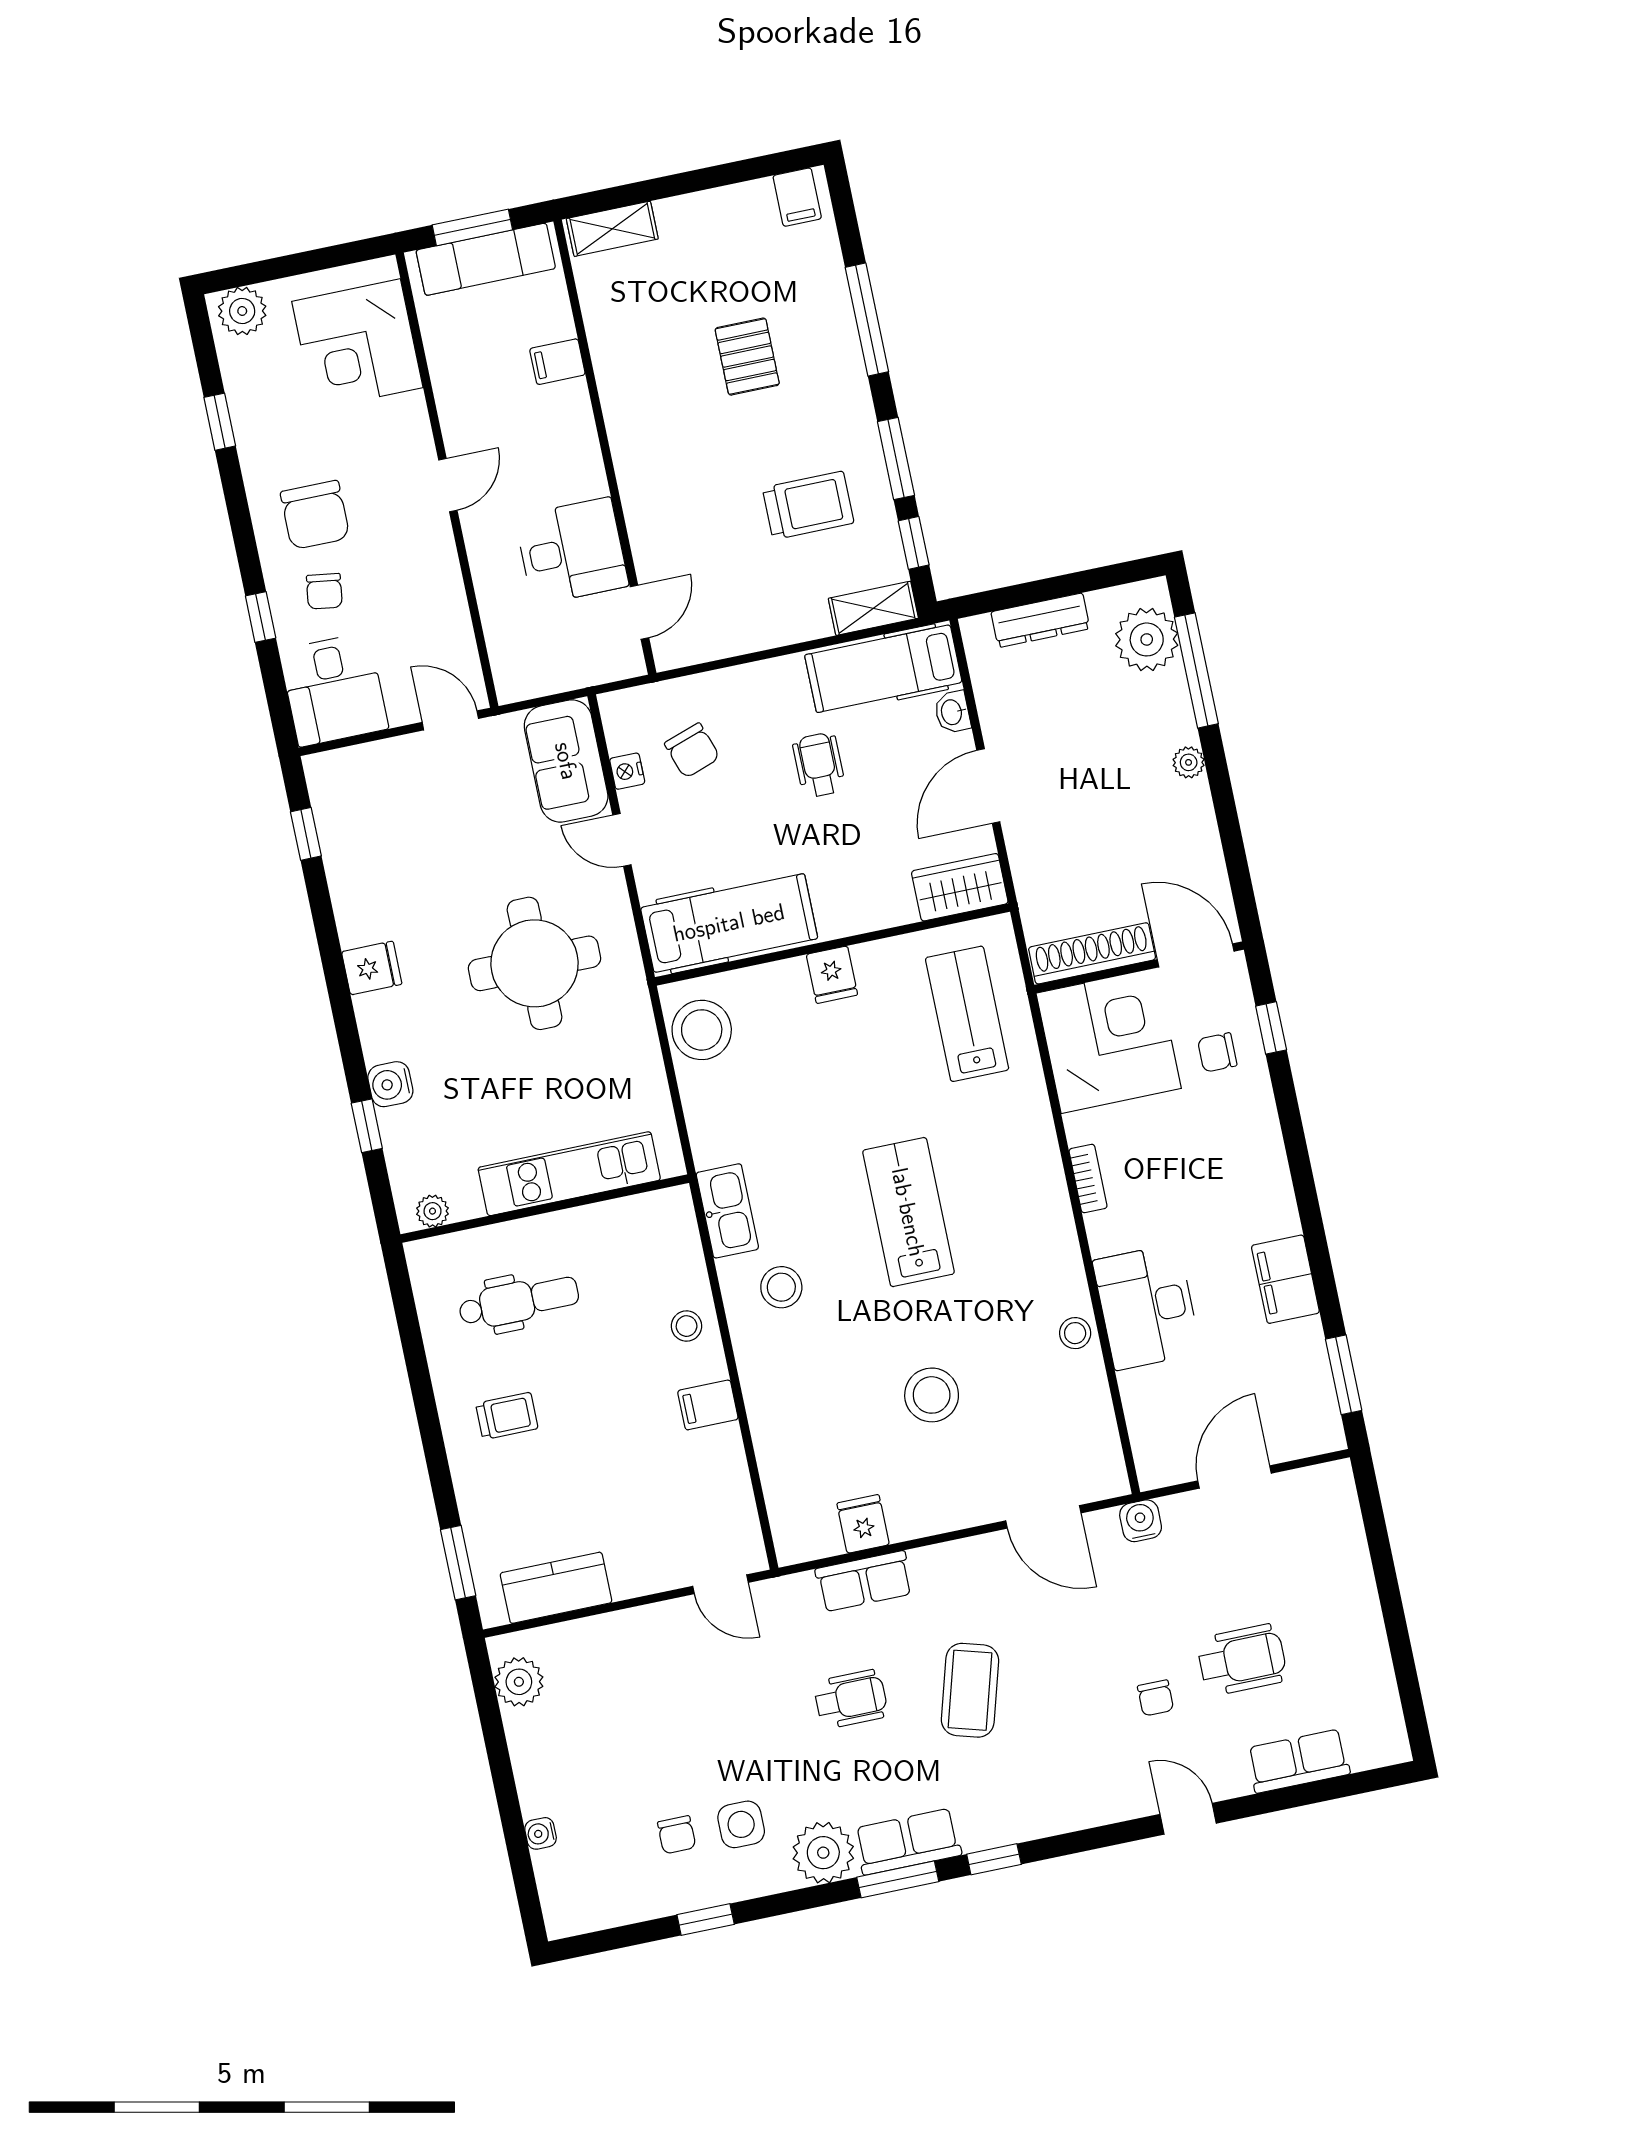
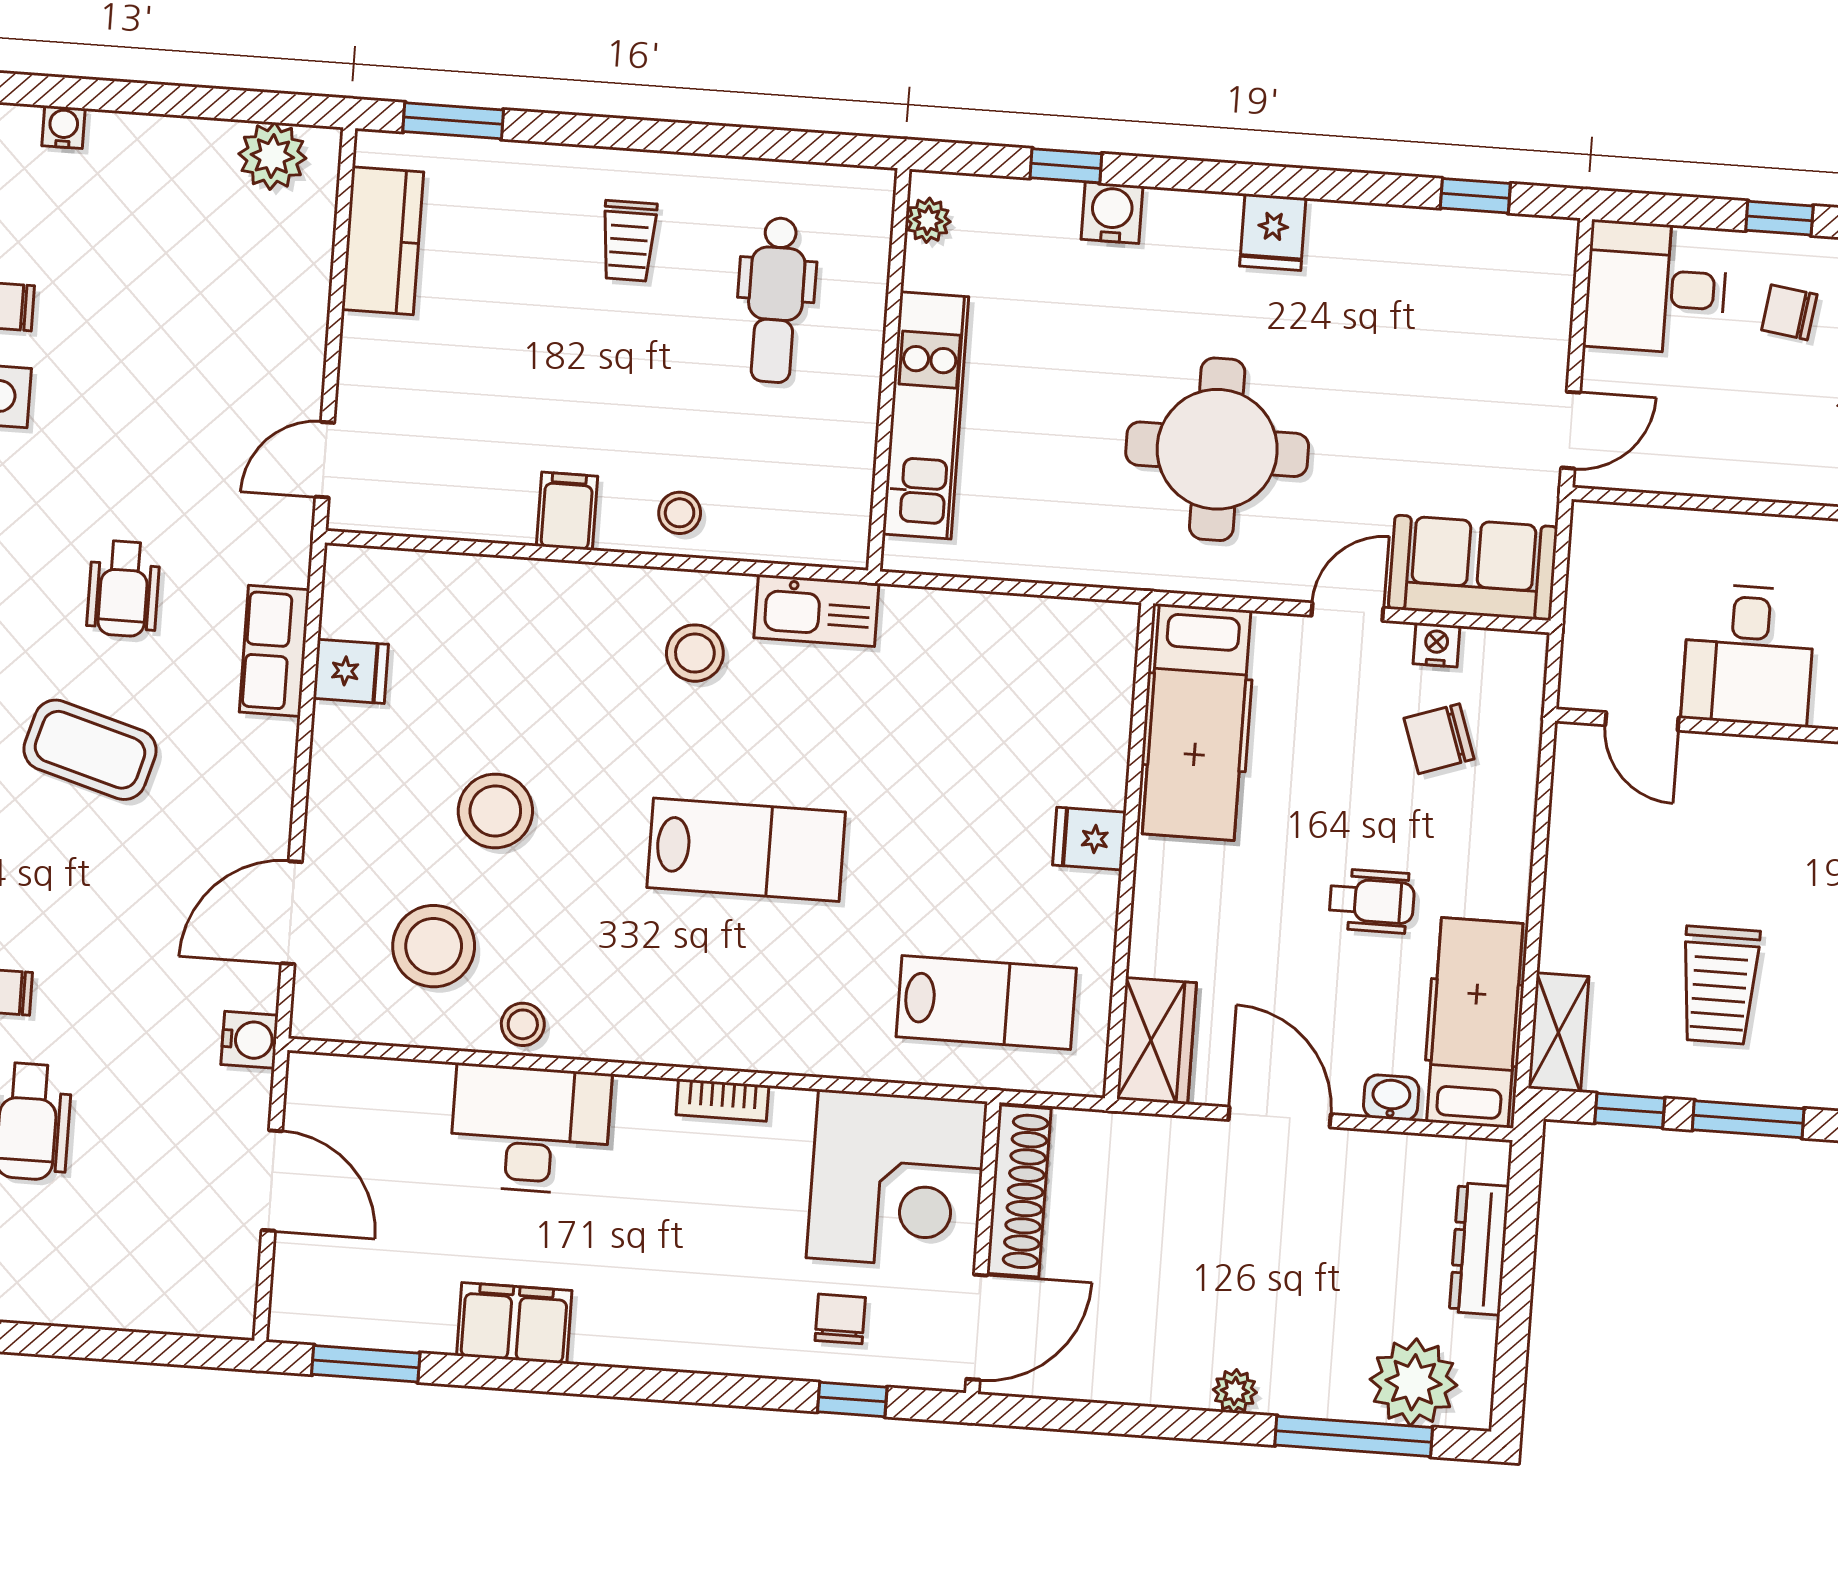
stool: (702, 1030) -> (434, 946), moved

